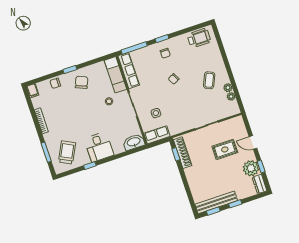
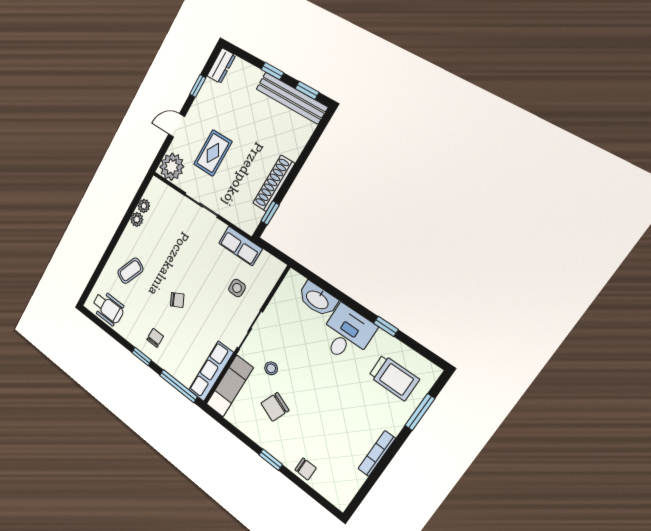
wheelchair: (199, 38) -> (108, 308), turned 180
coffee table: (209, 80) -> (130, 271), moved
chair: (82, 82) -> (275, 407), moved
filing cabinet: (33, 91) -> (342, 498), removed
row of seats: (157, 135) -> (240, 246), moved
washbasin: (134, 142) -> (318, 299), moved
door: (253, 142) -> (177, 125), swing flipped
rug: (225, 149) -> (213, 153), turned 90
trolley: (67, 152) -> (394, 378), turned -117
shoe rack: (183, 153) -> (274, 183), moved
plant: (251, 168) -> (172, 167), moved

